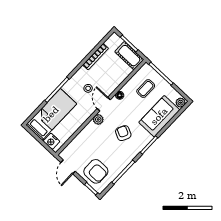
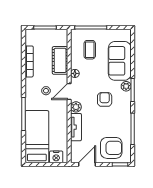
cot: (129, 56) -> (60, 60), moved, turned 90
plant: (181, 103) -> (126, 86), moved
door: (104, 104) -> (69, 91), hinge flipped
armchair: (123, 133) -> (105, 99), turned 64
tv unit: (85, 134) -> (76, 127), added
door: (68, 167) -> (87, 164), swing flipped

